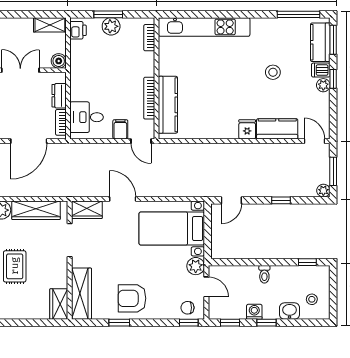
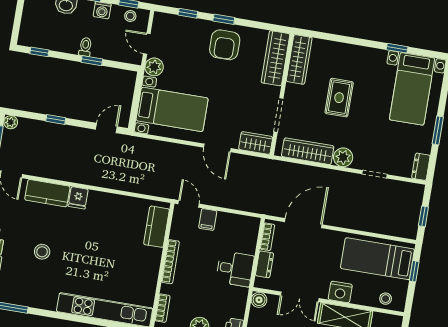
bookcase: (149, 98) -> (170, 262), moved
kitchen counter: (168, 105) -> (157, 227), width x0.67
desk: (87, 117) -> (235, 269), moved
window: (256, 262) -> (92, 61), added
armchair: (132, 298) -> (225, 45), turned 90
stool: (312, 299) -> (130, 16), moved
wardrobe: (59, 304) -> (299, 59), width x1.50
chair: (187, 308) -> (170, 26), removed
window: (119, 323) -> (224, 19), moved
window: (189, 323) -> (188, 13), moved

